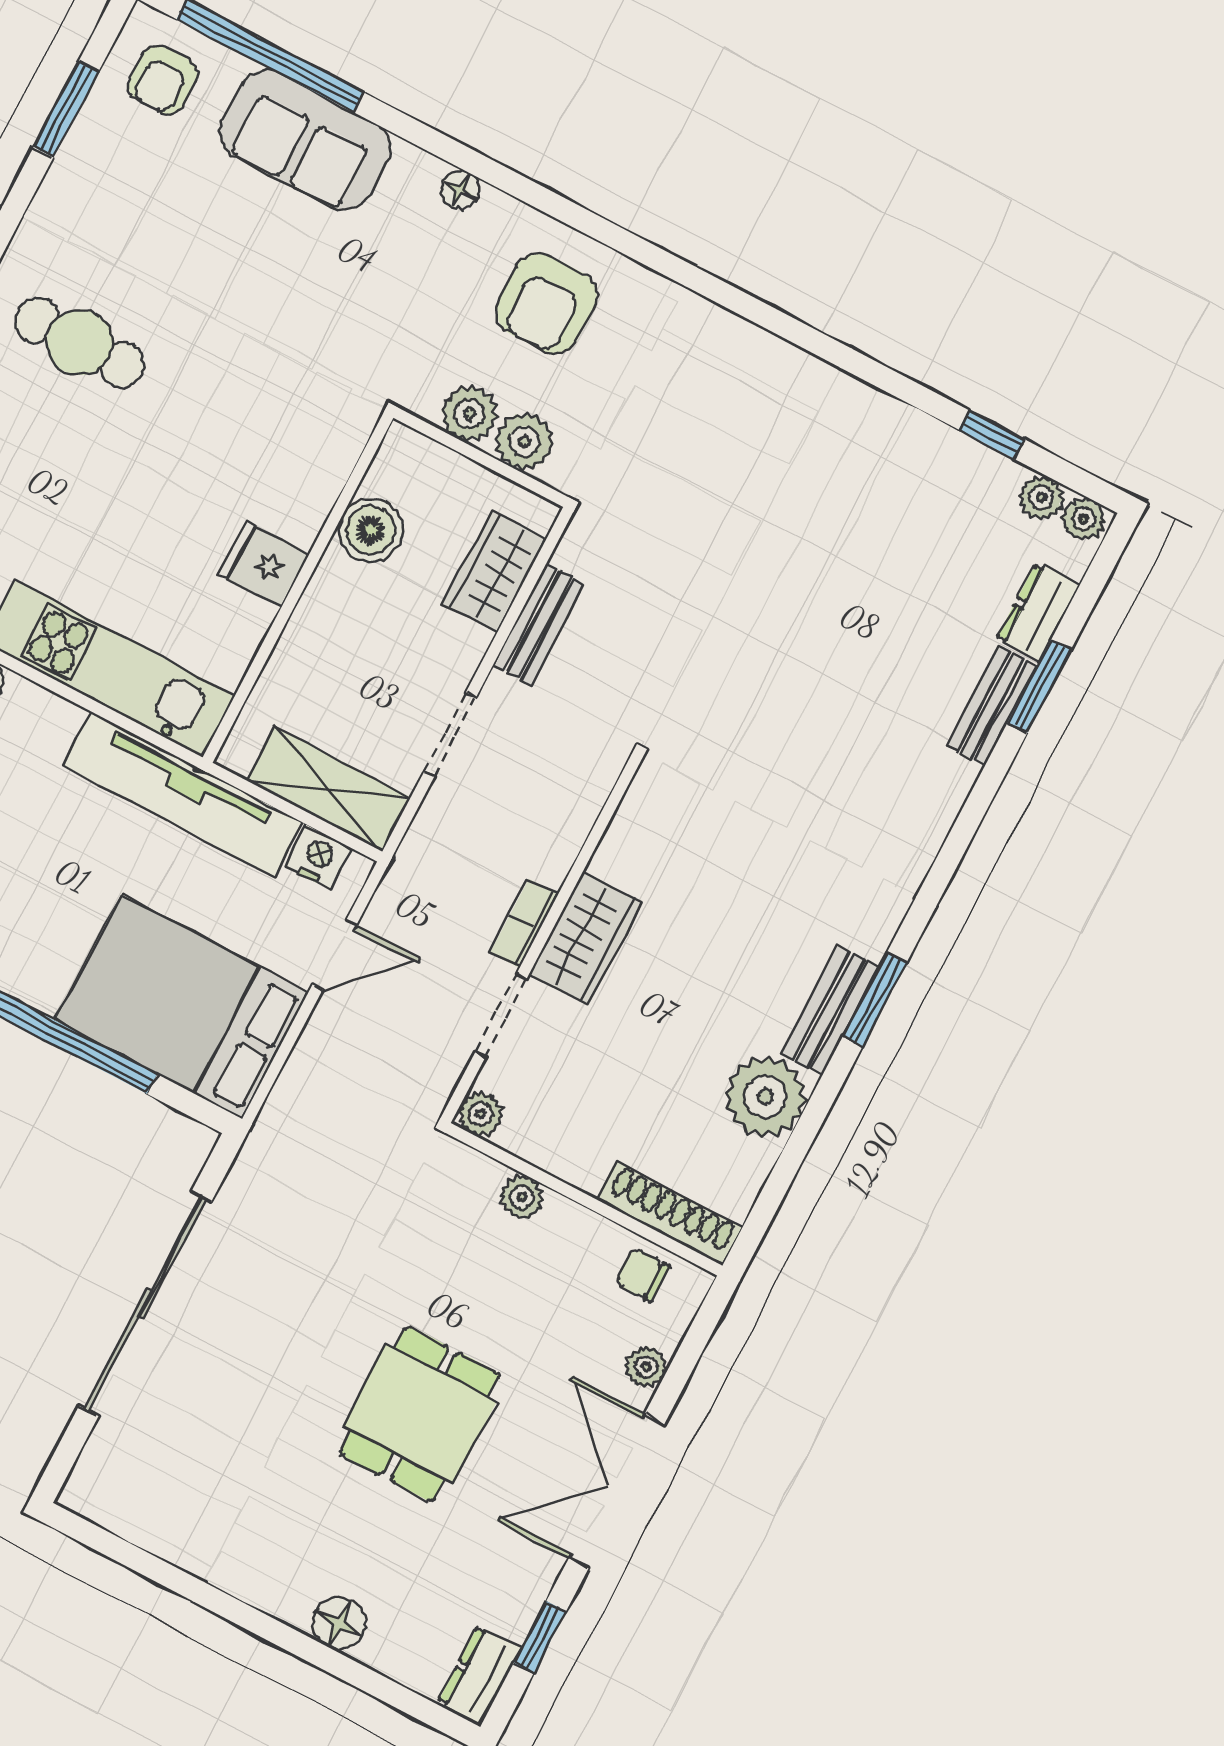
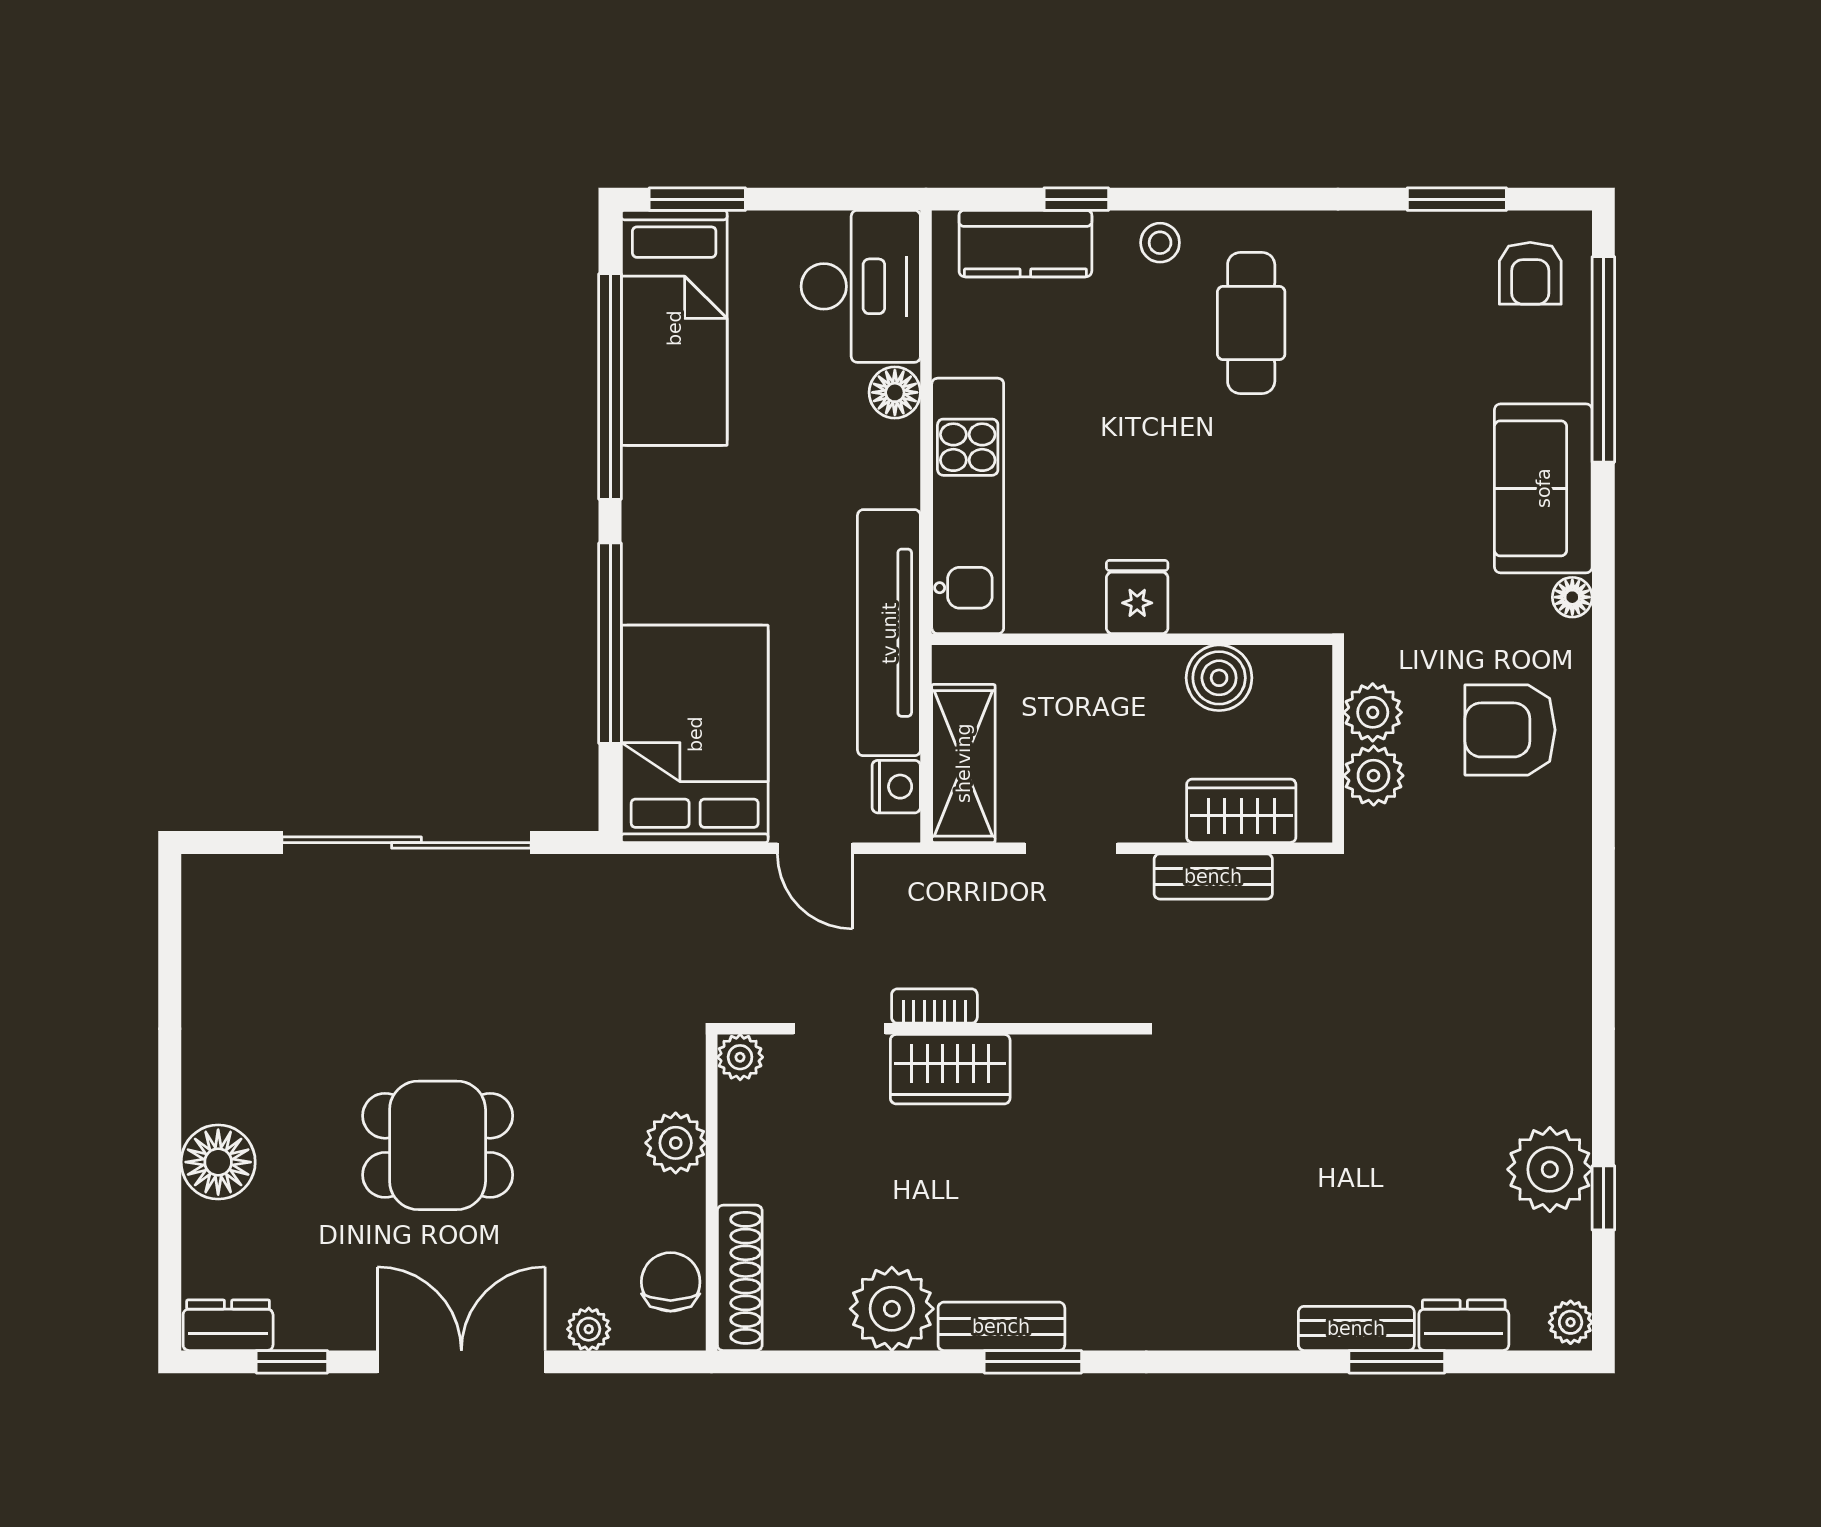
armchair: (163, 80) -> (1530, 273), turned -90
sofa: (305, 140) -> (1543, 488), moved
plant: (1041, 498) -> (1550, 1169), moved, width x1.87, depth x1.87
plant: (522, 1197) -> (676, 1143), width x1.38, depth x1.38
chair: (642, 1275) -> (671, 1282), width x1.37, depth x1.37
floor lamp: (339, 1623) -> (218, 1162), width x1.38, depth x1.38

